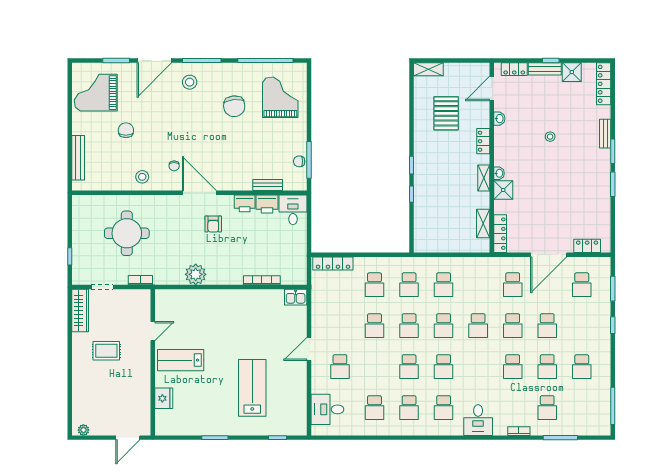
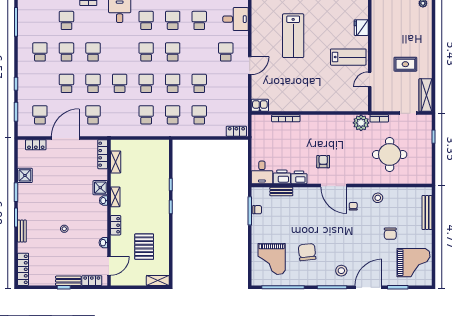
shower: (572, 72) -> (25, 175), moved
locker: (333, 263) -> (236, 131), width x0.66
plant: (196, 274) -> (361, 123), moved

